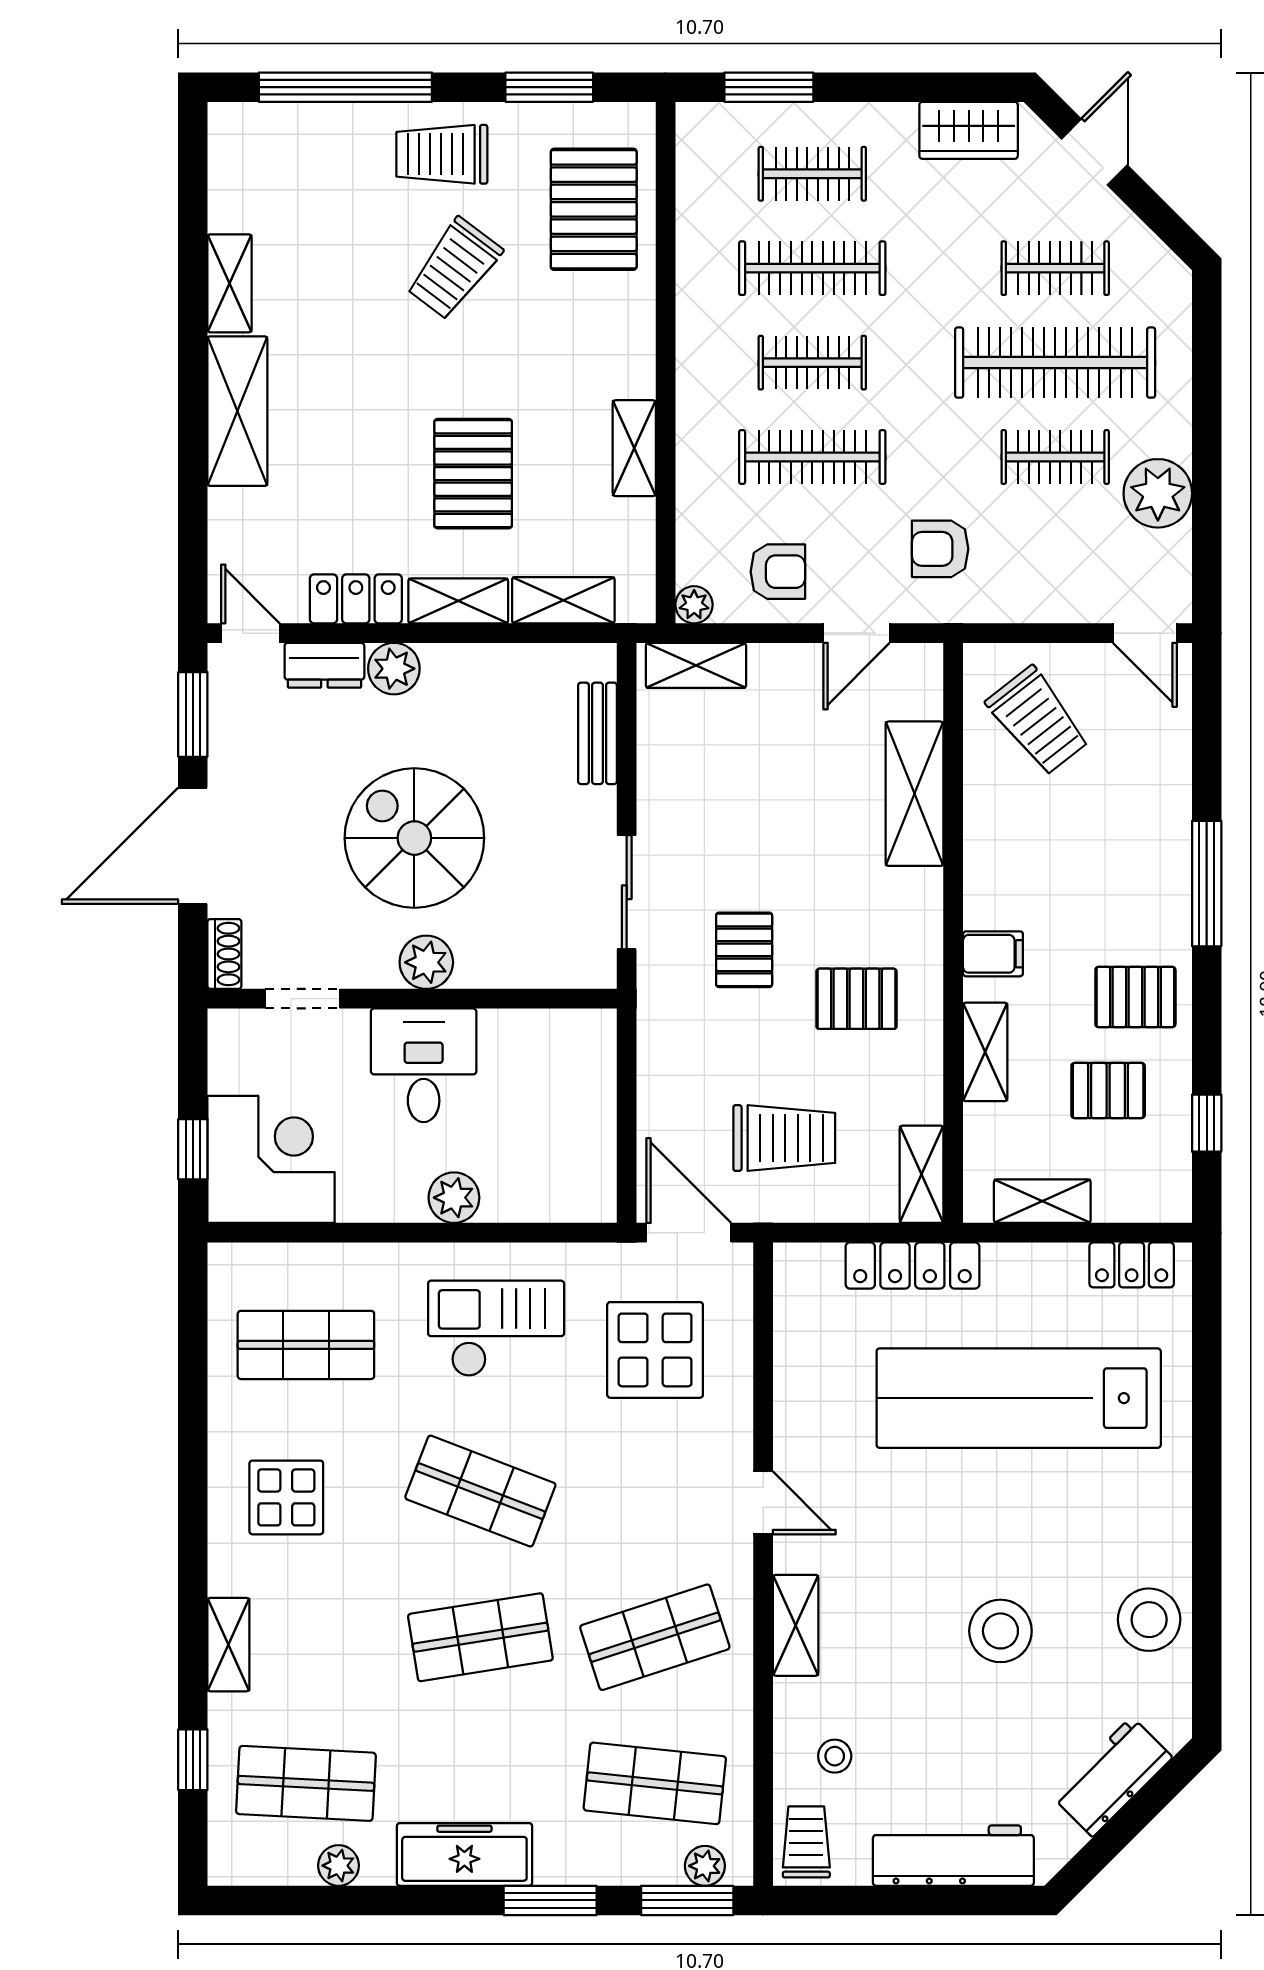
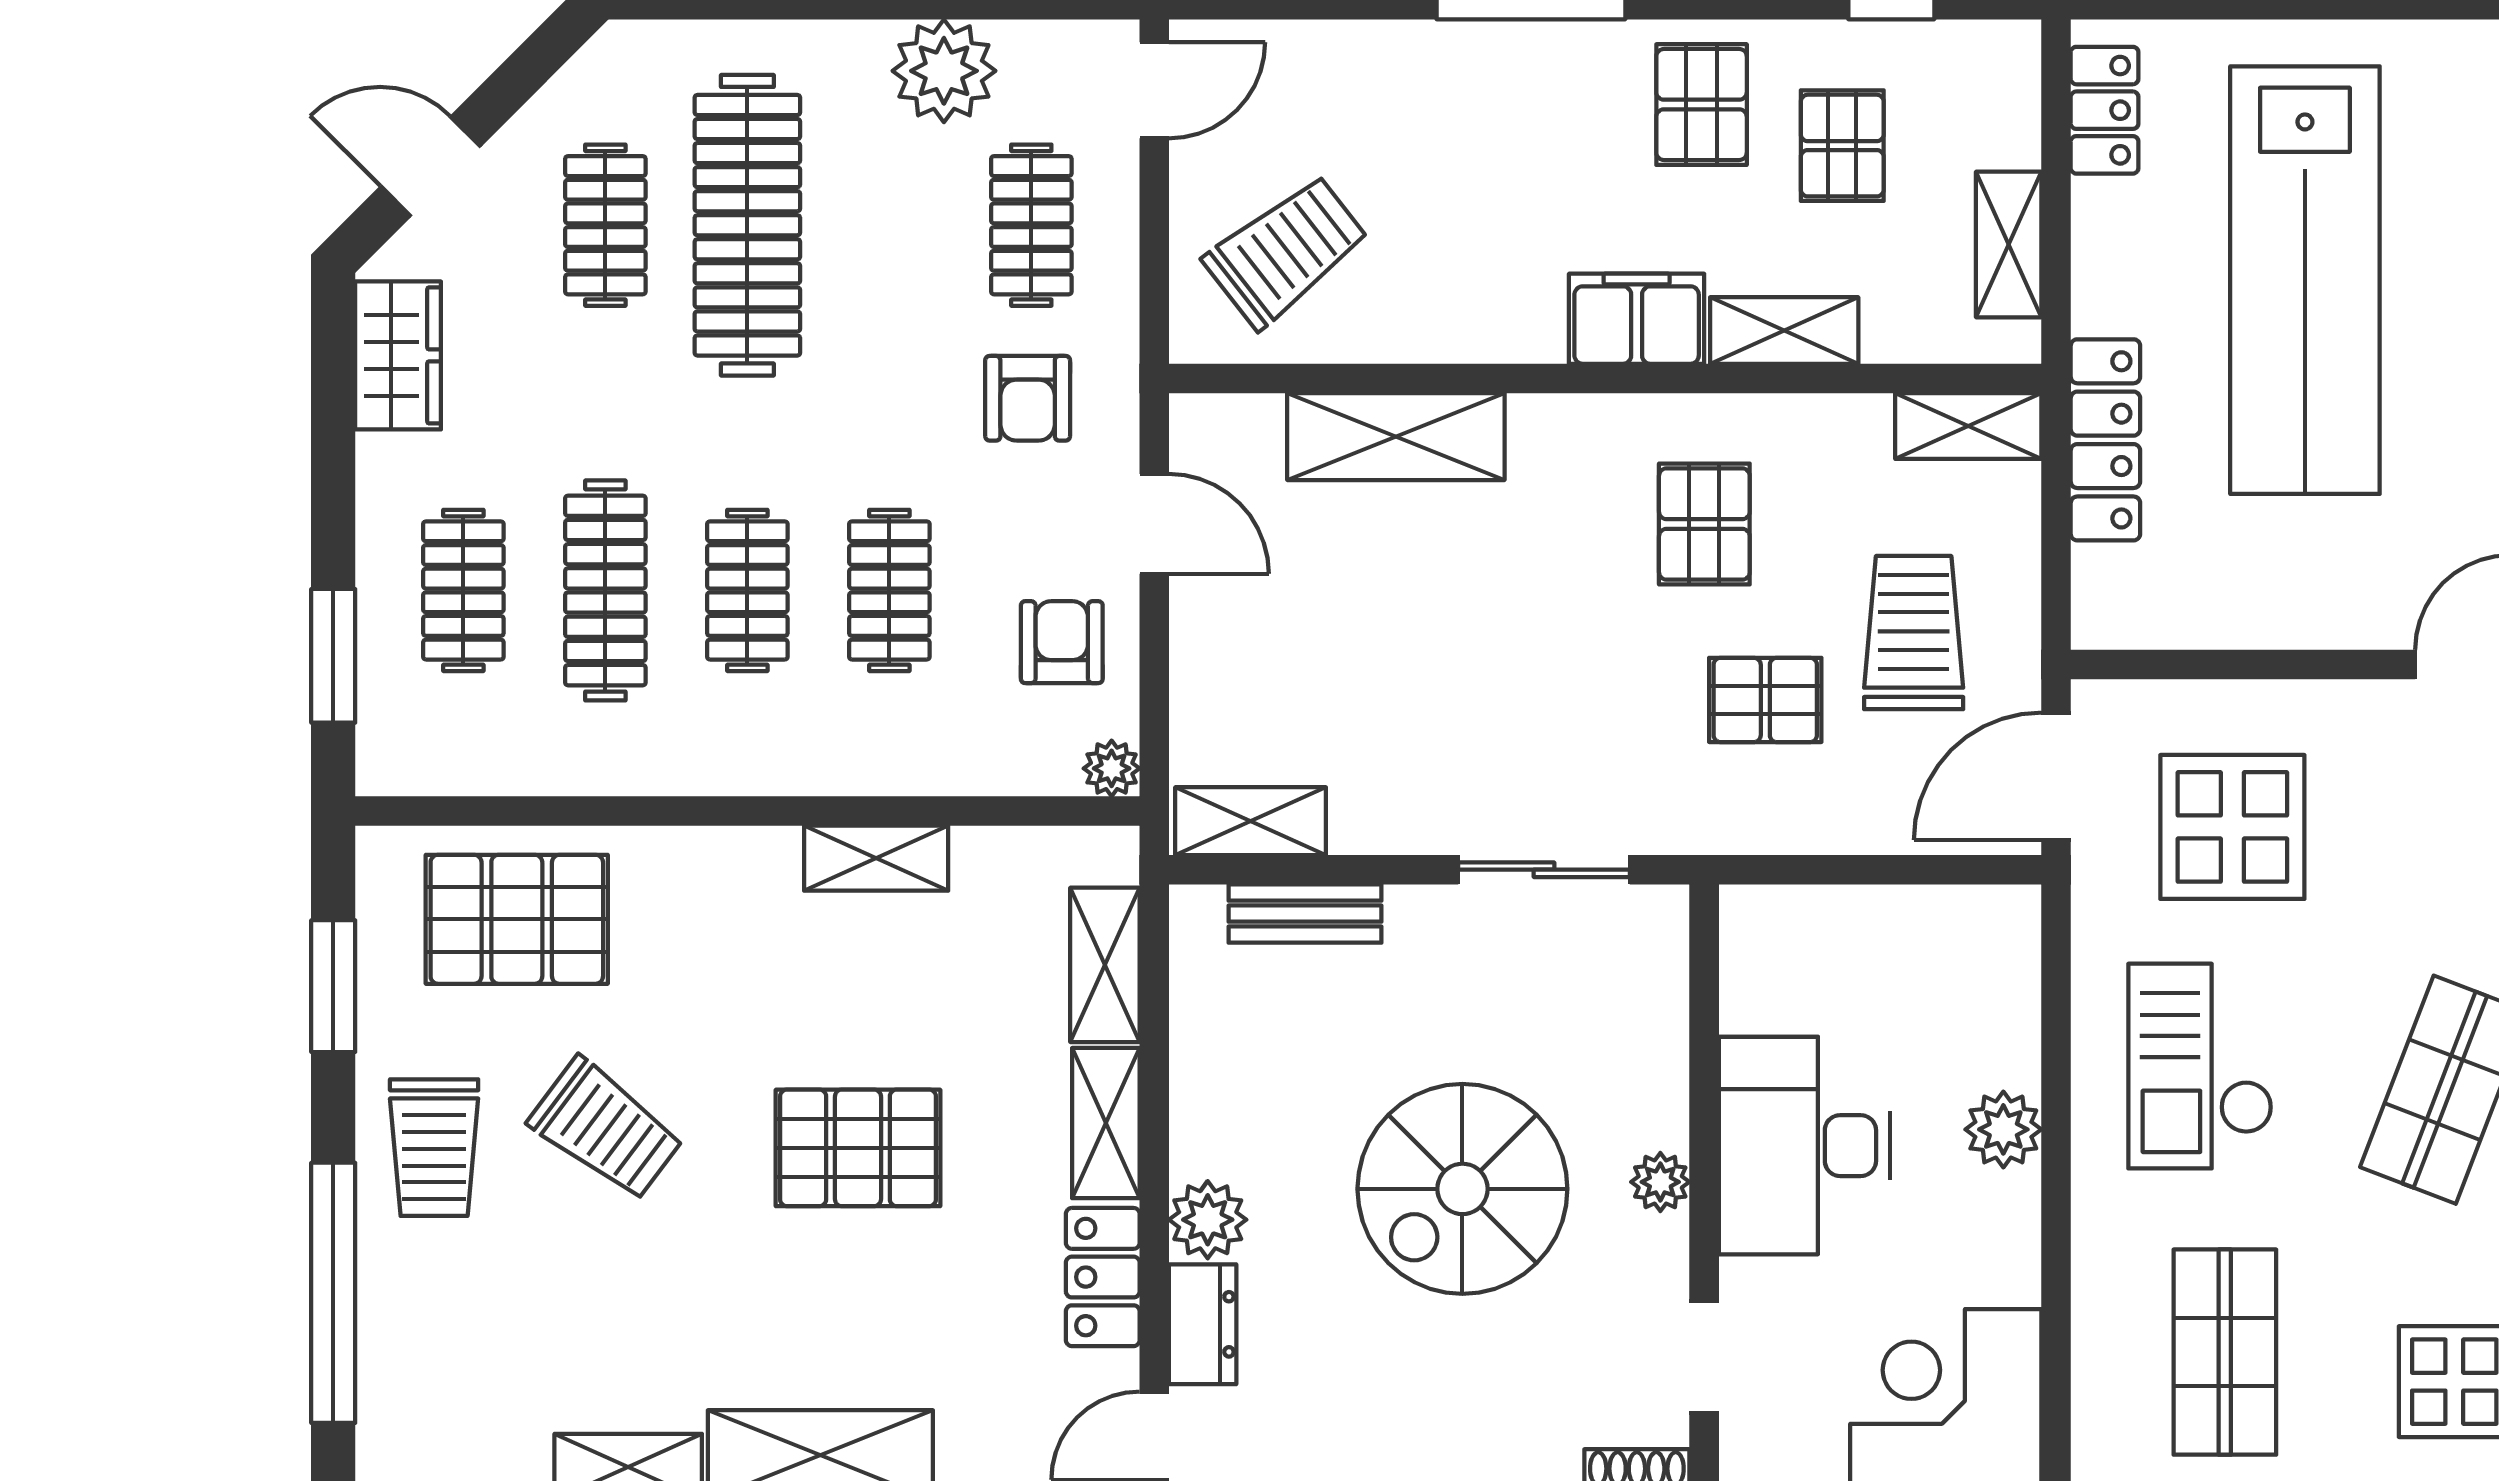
clothes rail: (812, 457) -> (889, 590), width x0.73
clothes rail: (1055, 457) -> (1031, 225), moved
pallet: (473, 474) -> (858, 1148), moved
shelving: (696, 665) -> (1251, 821), moved, turned 90
pallet: (744, 950) -> (1765, 700), moved
filing cabinet: (993, 954) -> (1637, 319), width x2.00
plant: (426, 962) -> (1660, 1182), width x0.73, depth x0.73
desk: (424, 1065) -> (1804, 1146), width x1.37

